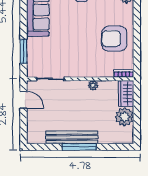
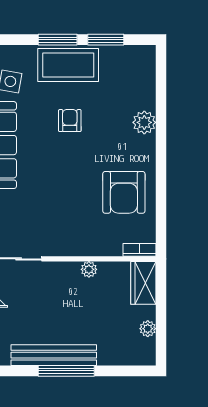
armchair: (114, 39) -> (124, 192), turned -90
plant: (124, 117) -> (148, 329), width x0.53, depth x0.53

